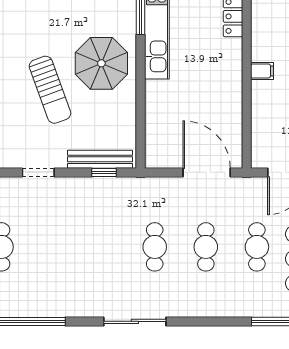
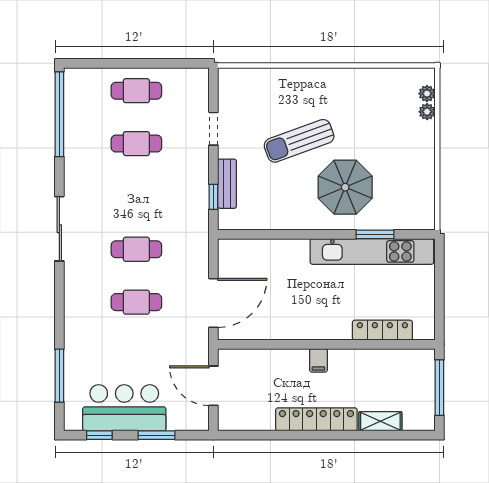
parasol: (101, 63) -> (345, 187), moved
bench: (100, 159) -> (227, 184), width x0.73
cafe table: (257, 247) -> (136, 144), moved

